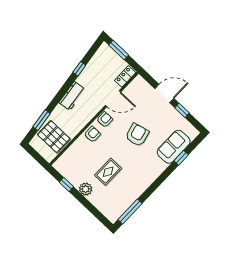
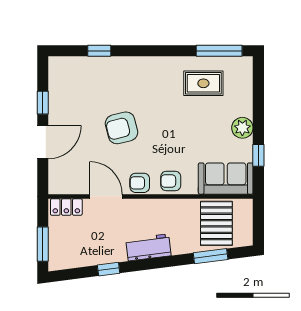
door: (164, 94) -> (43, 142), swing flipped
sofa: (174, 147) -> (226, 179), moved, turned 180
rug: (108, 172) -> (203, 83), moved

